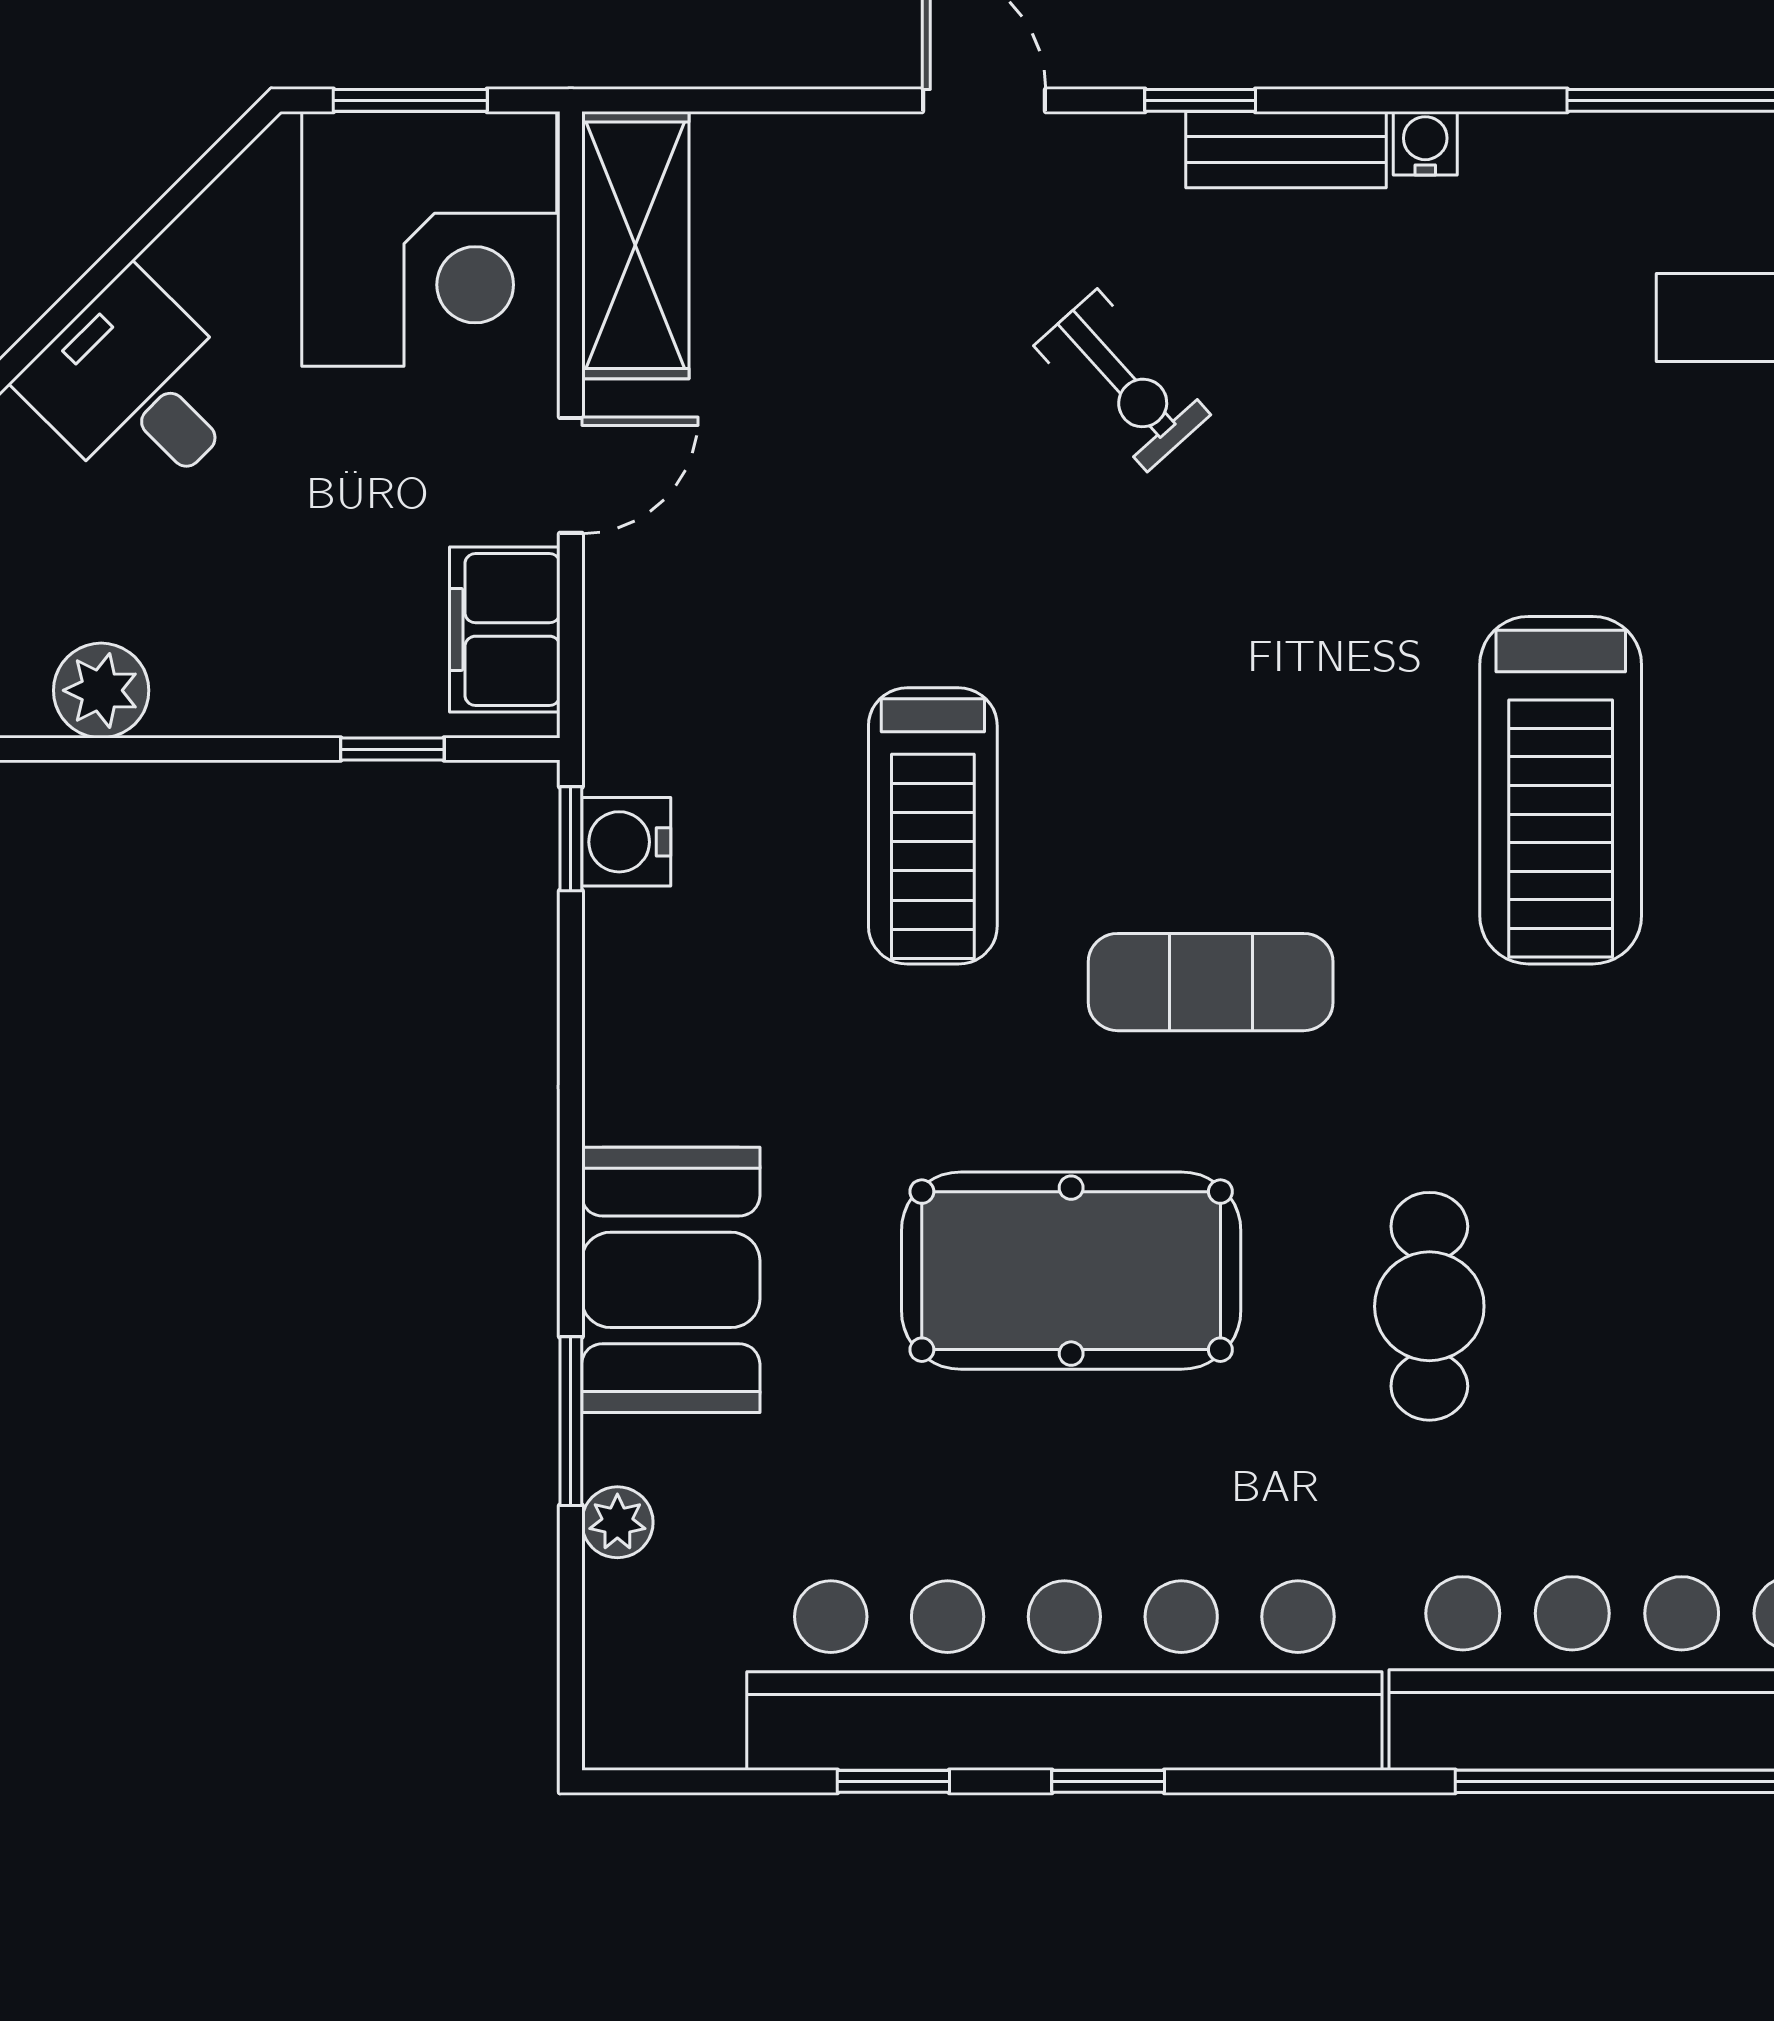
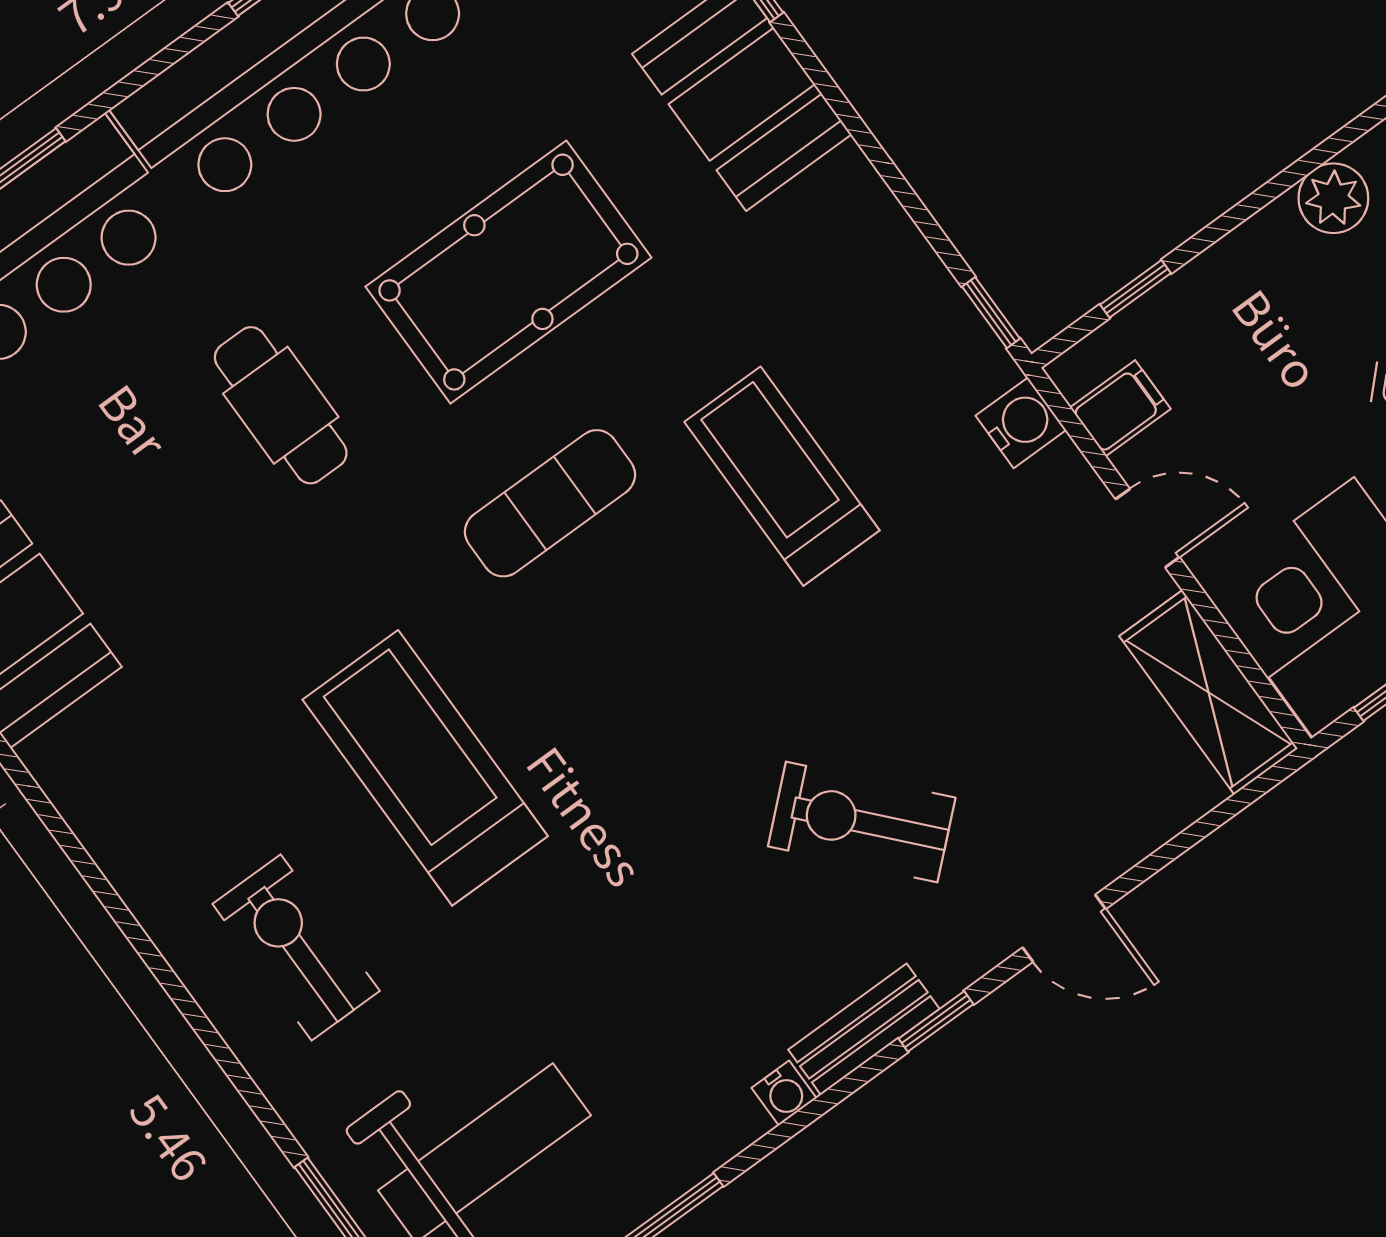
exercise bike: (1122, 380) -> (862, 822), width x1.38, depth x1.39
door: (571, 475) -> (1148, 528), swing flipped
filing cabinet: (505, 629) -> (1120, 408), width x0.50
water cooler: (626, 842) -> (1021, 423), moved

